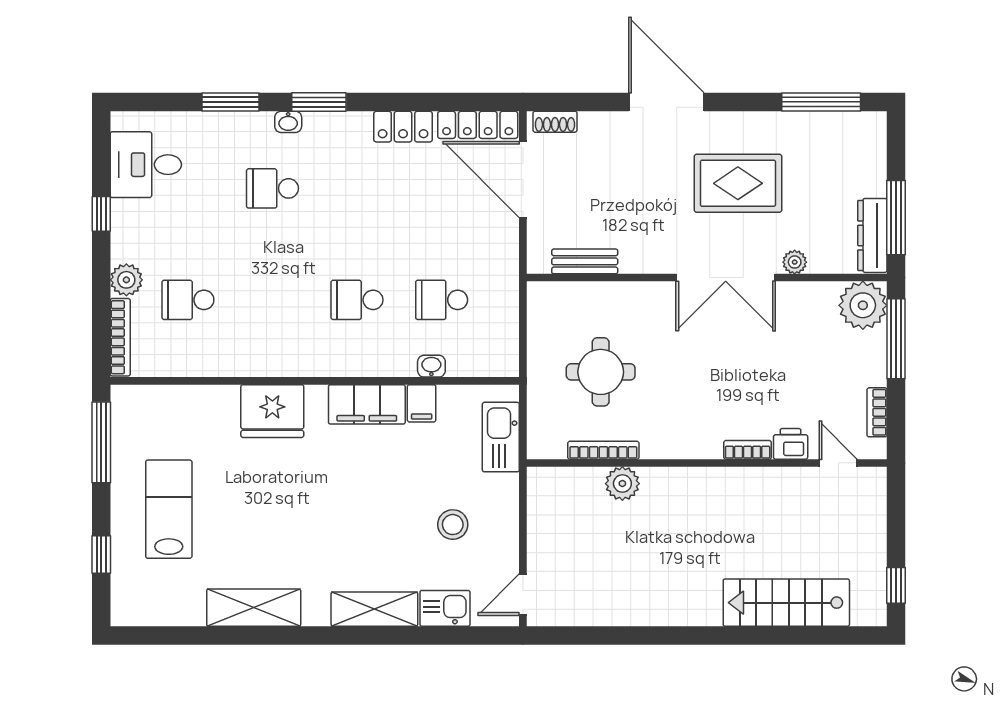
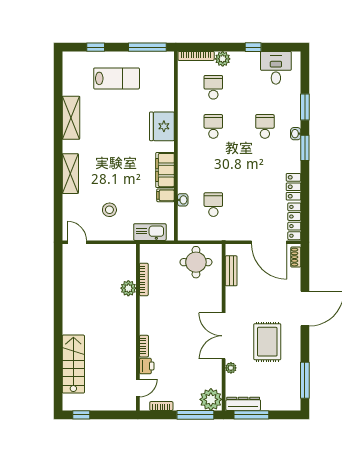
door: (523, 180) -> (269, 242), swing flipped
school desk: (357, 300) -> (213, 126), moved
round table: (601, 372) -> (196, 262), moved
kitchen sink: (445, 608) -> (71, 206), removed

